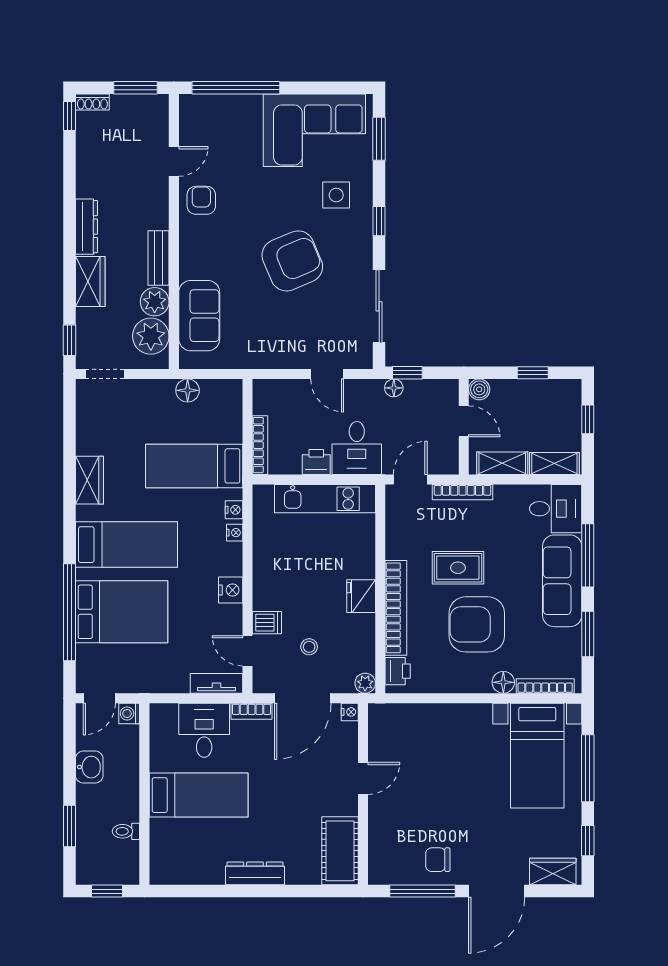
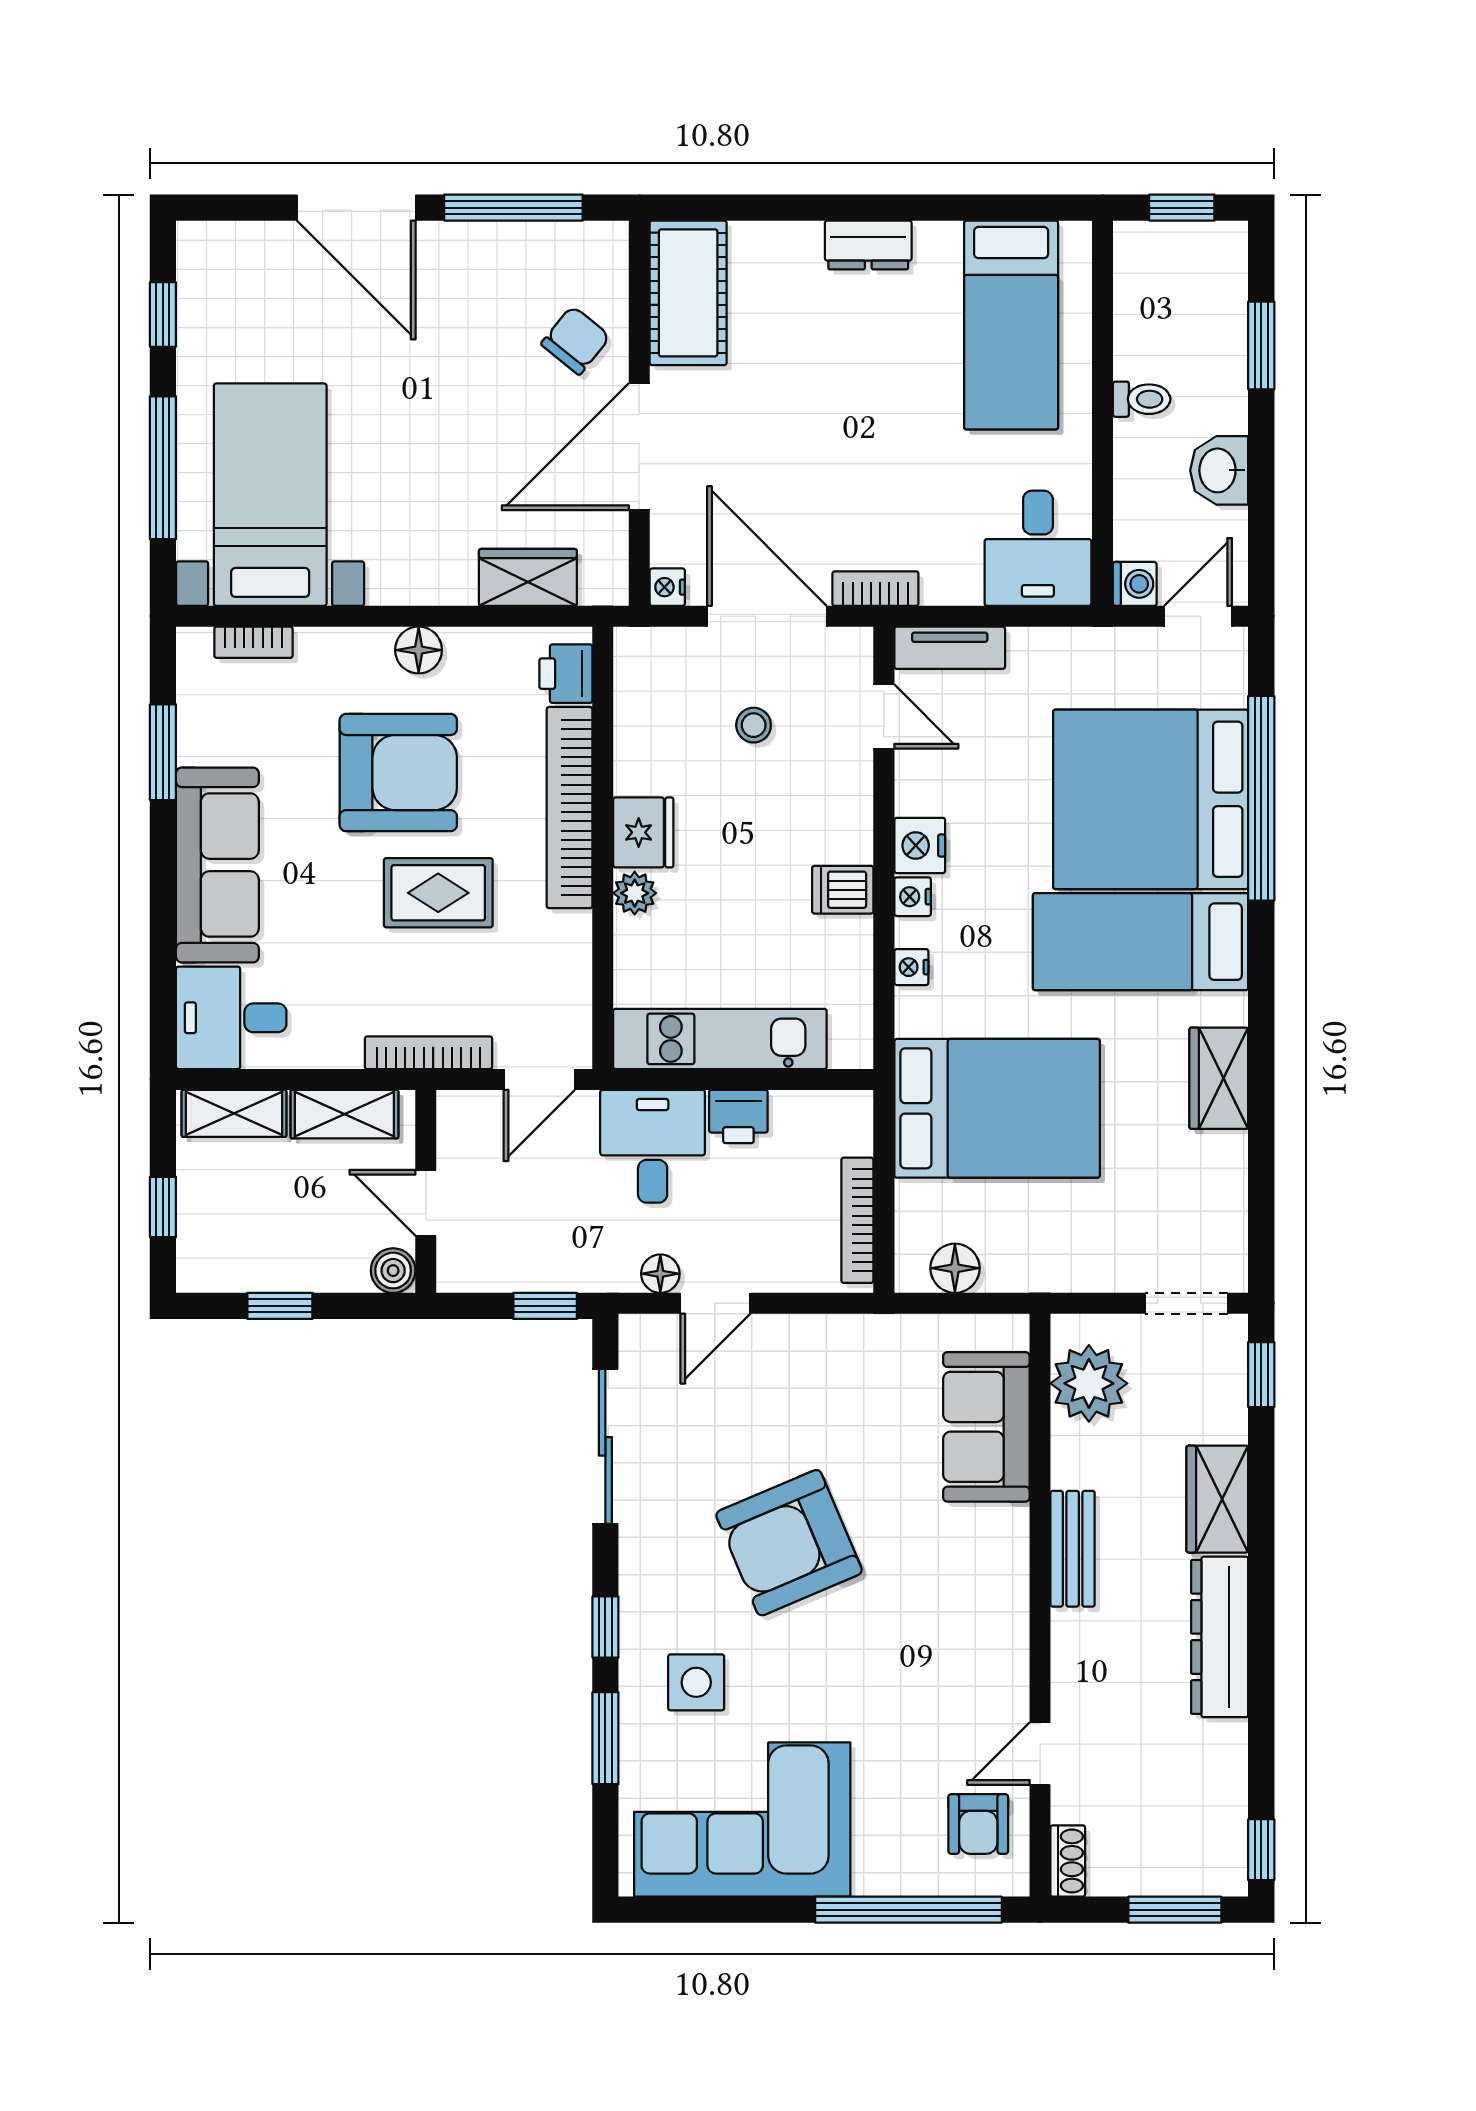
window: (135, 88) -> (1175, 1910), moved
shoe rack: (92, 102) -> (1068, 1861), moved, turned 90
window: (379, 139) -> (605, 1738), moved
armchair: (201, 200) -> (978, 1824), moved
dresser: (86, 227) -> (1220, 1637), width x1.37, depth x1.24
plant: (155, 302) -> (1081, 1456), removed
door: (327, 374) -> (715, 1303), swing flipped
floor lamp: (394, 388) -> (660, 1274), moved
floor lamp: (188, 390) -> (955, 1268), moved
bookcase: (260, 445) -> (857, 1220), moved
bed: (194, 466) -> (997, 1108), width x1.50
nightstand: (234, 510) -> (913, 897), moved
window: (588, 555) -> (163, 919), removed
bed: (122, 612) -> (1151, 799), width x1.36
dishwasher: (267, 623) -> (843, 890), moved
floor lamp: (503, 682) -> (419, 650), moved
plant: (365, 683) -> (635, 893), moved
bookcase: (545, 686) -> (253, 642), width x0.64
door: (303, 698) -> (767, 616), hinge flipped
desk: (204, 730) -> (1038, 548), moved
door: (363, 778) -> (639, 447), width x1.88
bed: (199, 795) -> (1011, 325), moved, turned -90
toilet: (126, 831) -> (1142, 399), moved
chair: (438, 860) -> (576, 340), moved, turned -51
wardrobe: (553, 872) -> (528, 577), moved, turned 180
dresser: (255, 873) -> (868, 245), width x0.70
door: (497, 891) -> (356, 208), swing flipped

